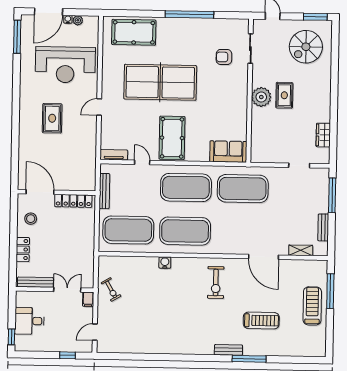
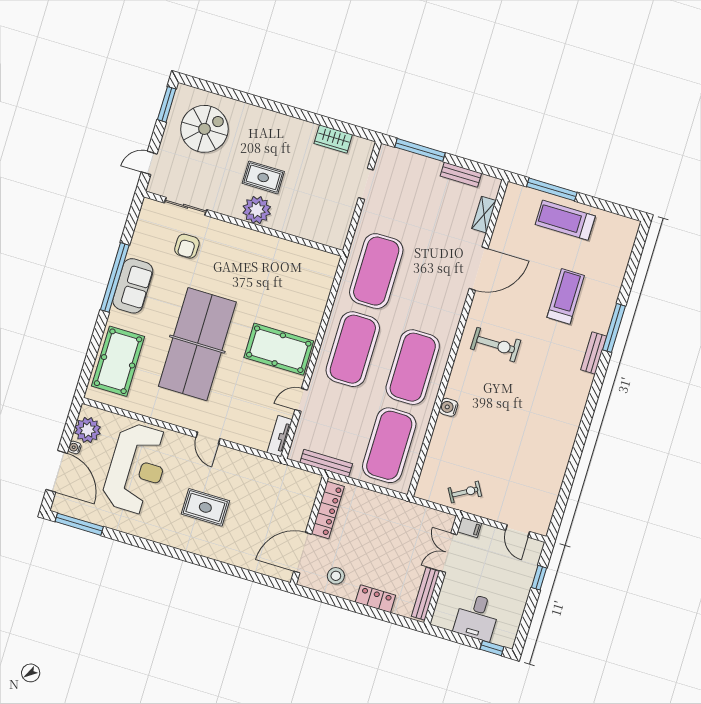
plant: (78, 20) -> (88, 430), width x1.88, depth x1.88
spiral stairs: (306, 47) -> (204, 129), turned -90
sofa: (228, 152) -> (133, 286), moved, turned 180

